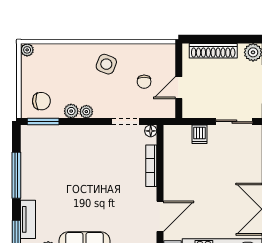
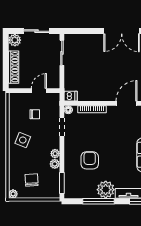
door: (179, 88) -> (39, 91), swing flipped
chair: (41, 101) -> (32, 180), moved
dishwasher: (199, 134) -> (71, 96), moved
armchair: (76, 162) -> (90, 160), added
plant: (34, 186) -> (106, 190), added
door: (160, 216) -> (126, 103), hinge flipped

